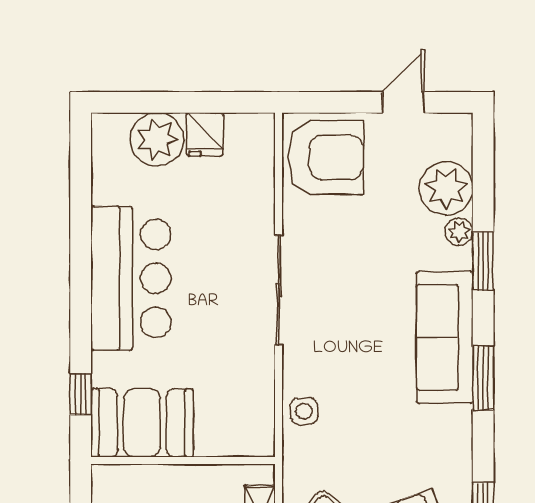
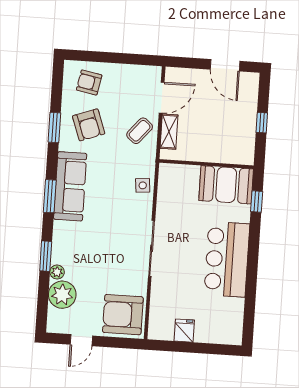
plant: (157, 139) -> (209, 330), removed
sofa: (445, 337) -> (70, 186), moved

